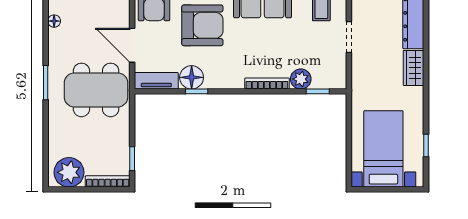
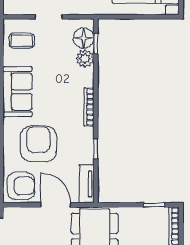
door: (132, 45) -> (56, 205), swing flipped
floor lamp: (192, 77) -> (84, 38), moved
bookcase: (267, 84) -> (89, 107), moved

